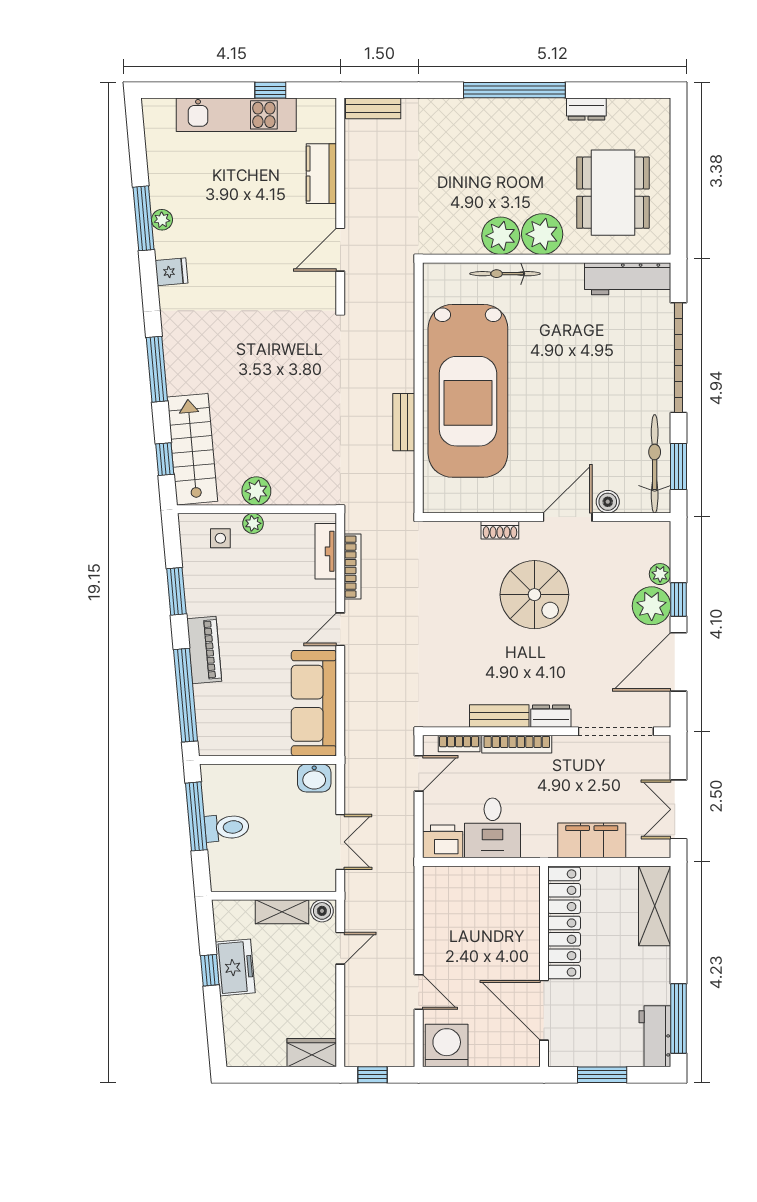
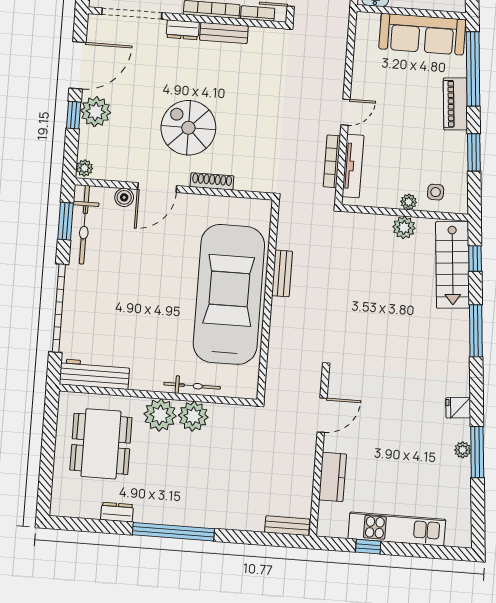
shoe rack: (500, 530) -> (212, 181), width x1.43
tv unit: (326, 551) -> (353, 166), width x1.41
plant: (660, 574) -> (84, 168), moved
sofa: (314, 703) -> (422, 34), moved, turned 90

